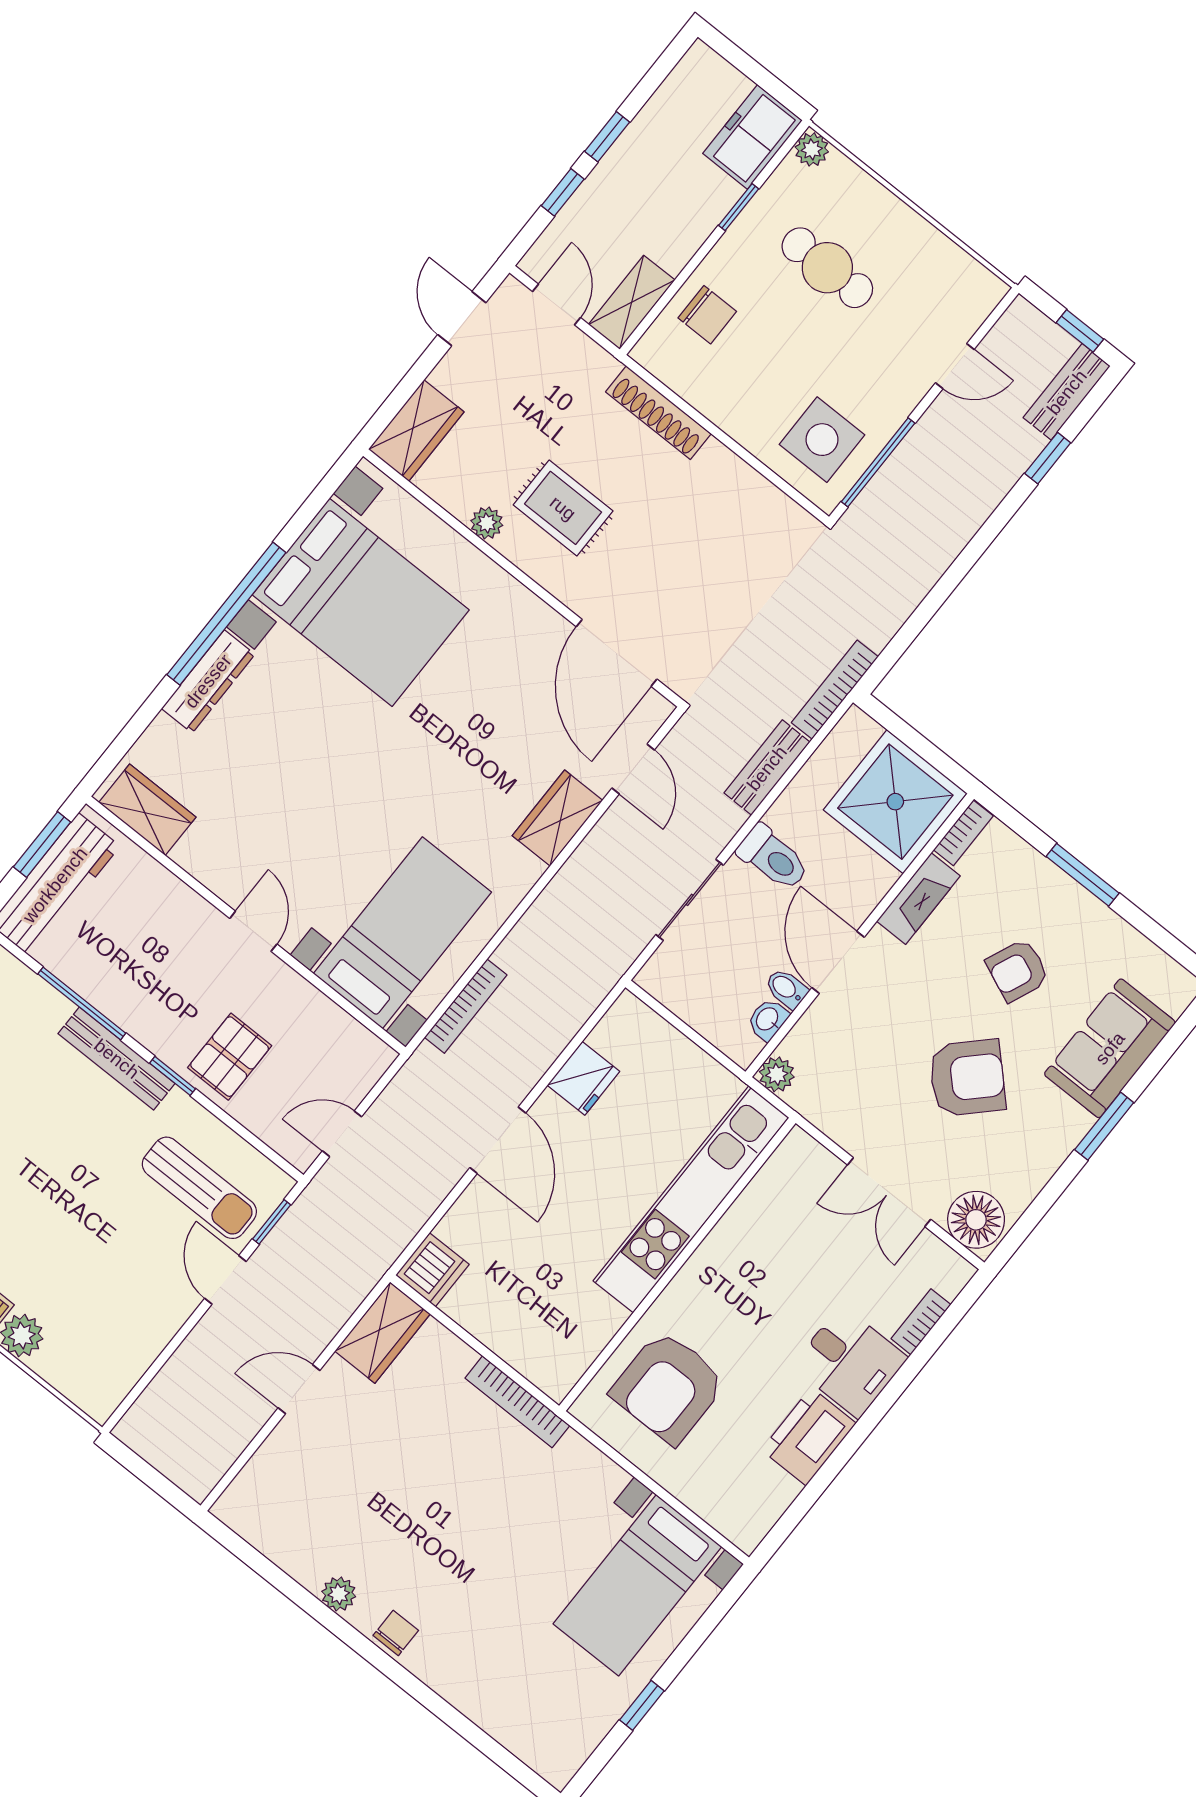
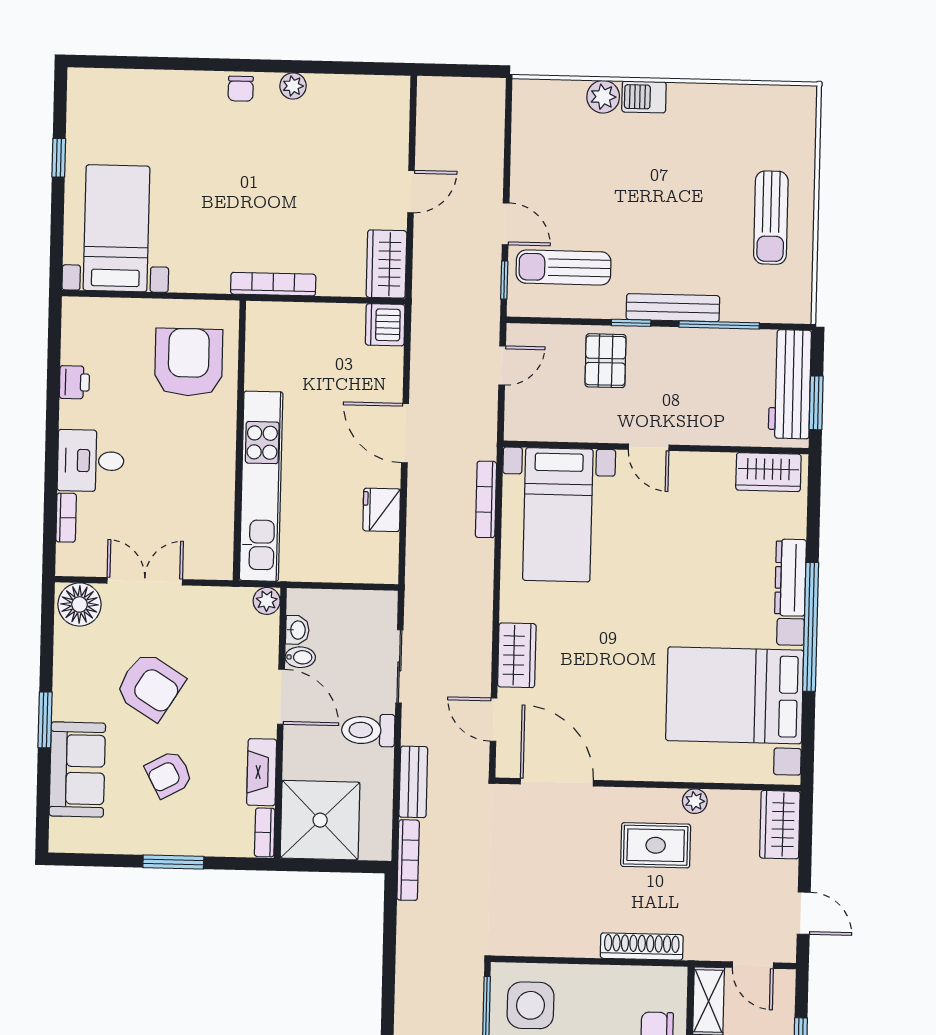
armchair: (1018, 970) -> (169, 774), turned -141
armchair: (967, 1078) -> (150, 686), turned -103
printer: (809, 1436) -> (74, 382), width x0.53, depth x0.68

